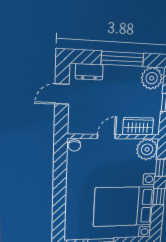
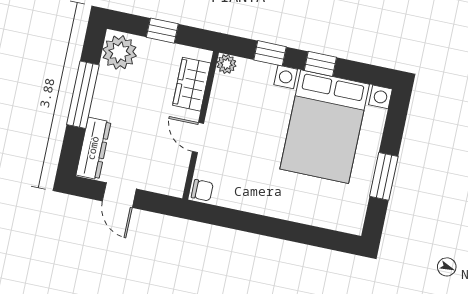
dresser: (89, 72) -> (93, 148), width x1.44
plant: (147, 149) -> (226, 64), width x0.53, depth x0.53

